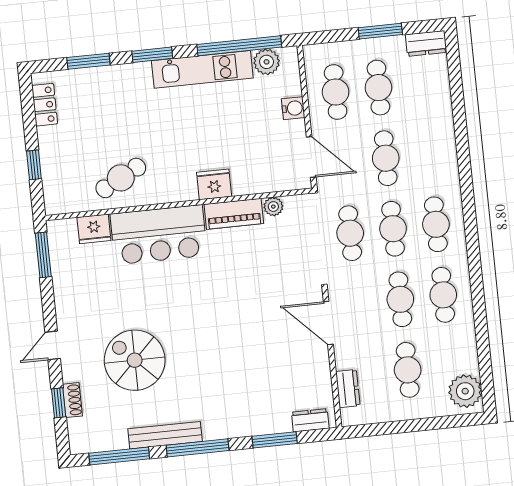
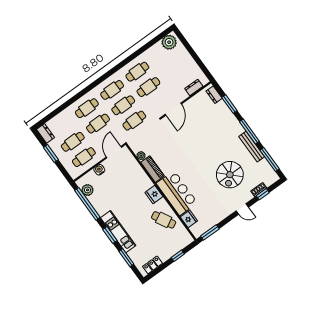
kitchen unit: (202, 69) -> (118, 232), moved
fridge: (214, 184) -> (154, 195), moved
cafe table: (408, 370) -> (87, 108), moved

